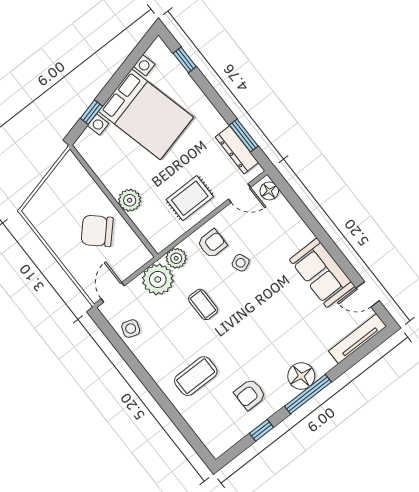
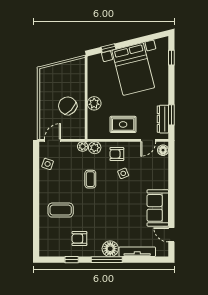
door: (240, 193) -> (148, 140), hinge flipped
armchair: (212, 244) -> (117, 154), turned 180
plant: (158, 279) -> (83, 146), width x0.53, depth x0.53
tv unit: (358, 339) -> (137, 252), moved

